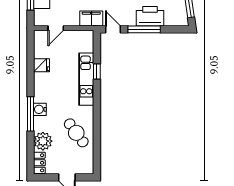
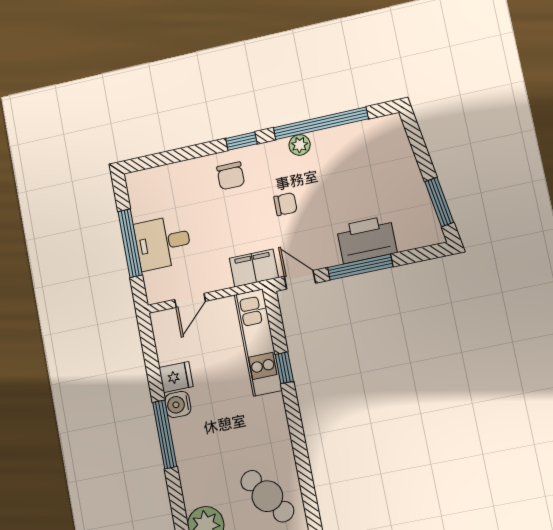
kitchen unit: (86, 79) -> (258, 342), moved
water cooler: (40, 109) -> (178, 404), moved
window: (30, 114) -> (165, 434), moved

